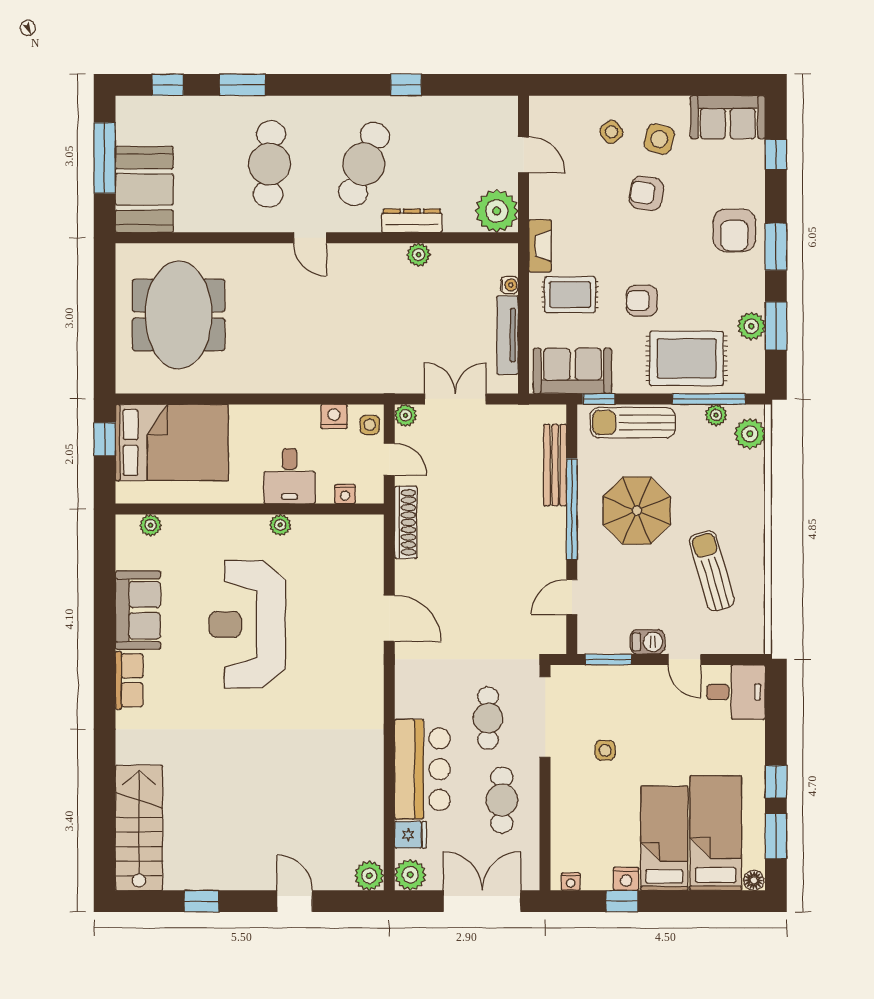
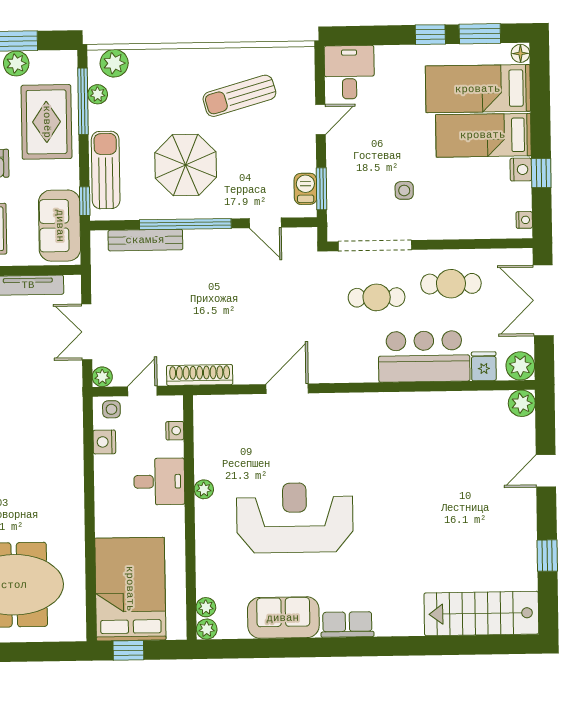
sun lounger: (633, 423) -> (106, 170), turned 180
plant: (127, 526) -> (207, 629), added
reception desk: (247, 624) -> (295, 518), turned 180
barbecue: (647, 642) -> (305, 189), moved

